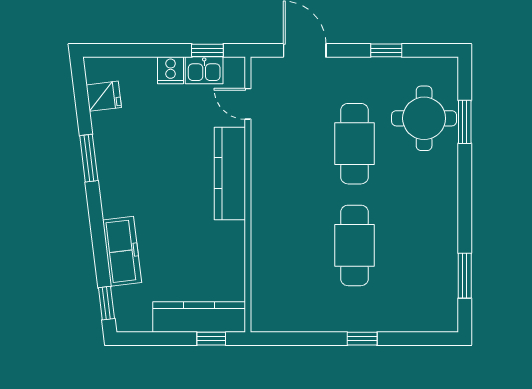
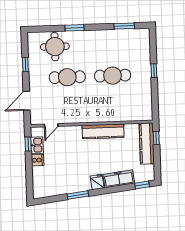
fridge: (104, 96) -> (97, 182), moved
window: (465, 122) -> (75, 28), moved
kitchen counter: (230, 173) -> (103, 131), moved

